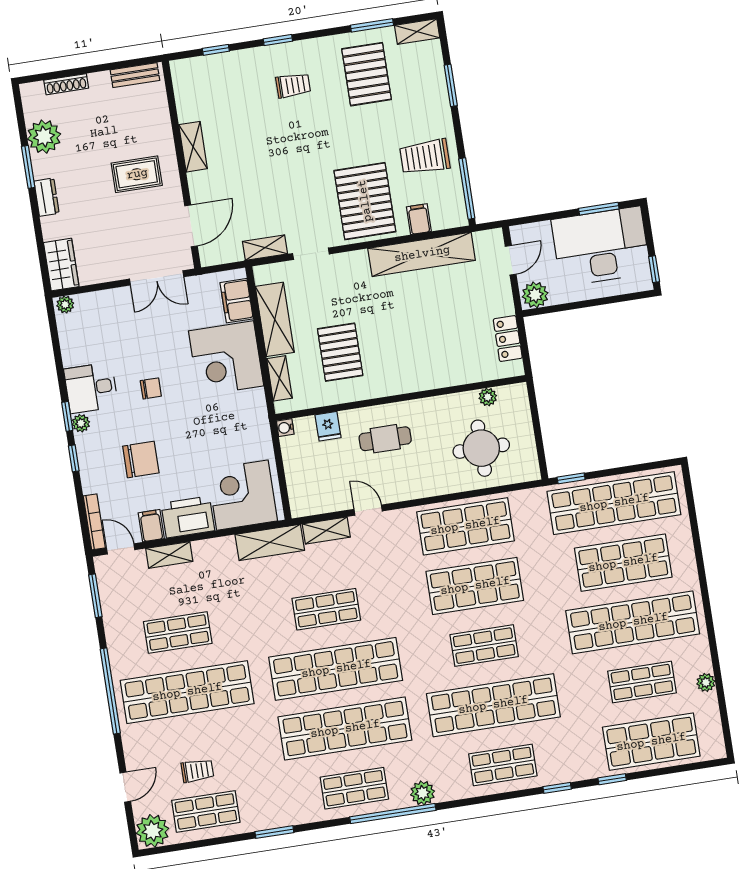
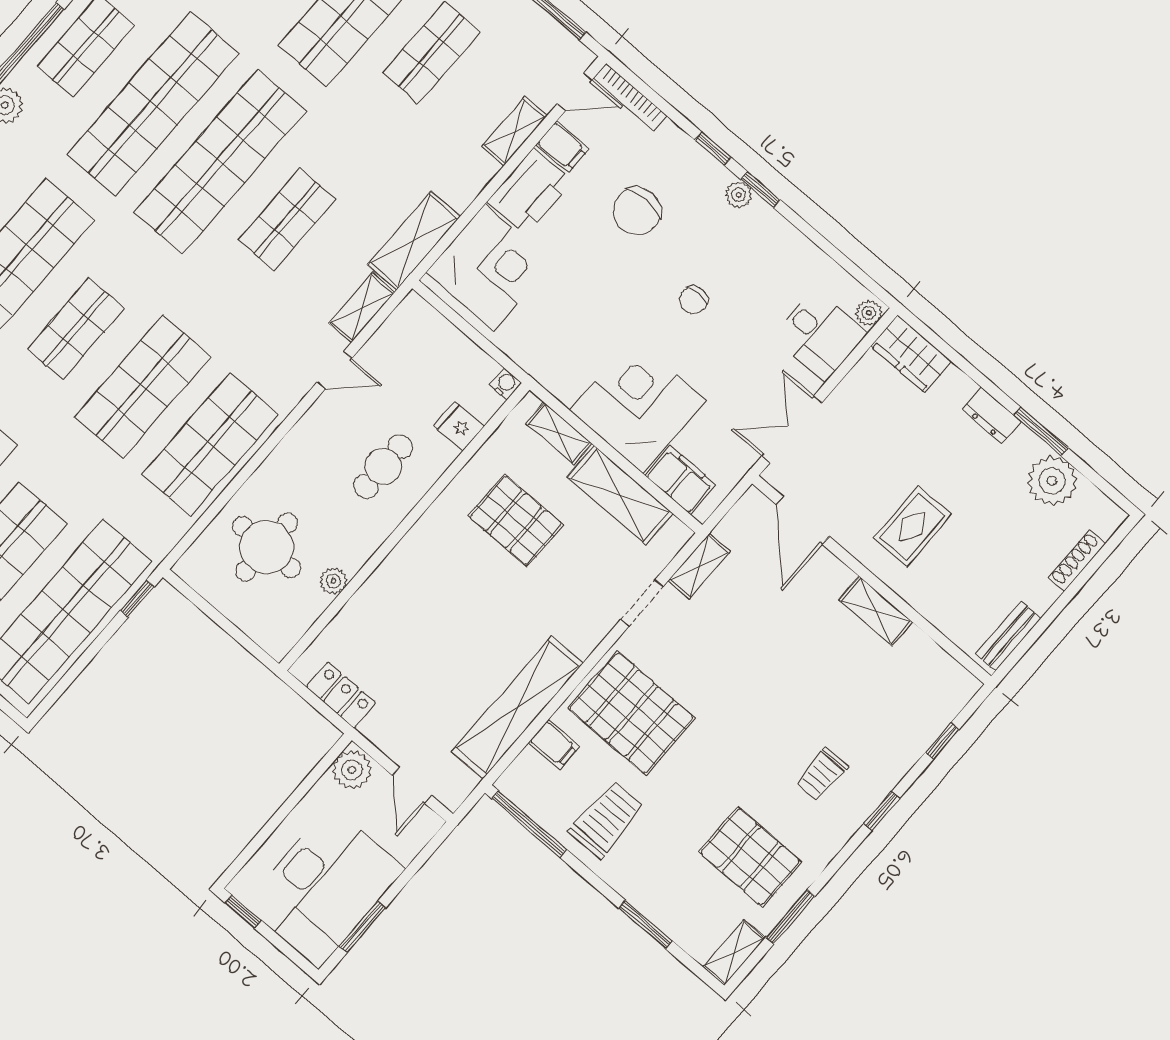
desk: (91, 388) -> (820, 335), moved, turned 90
plant: (488, 397) -> (333, 581), moved

